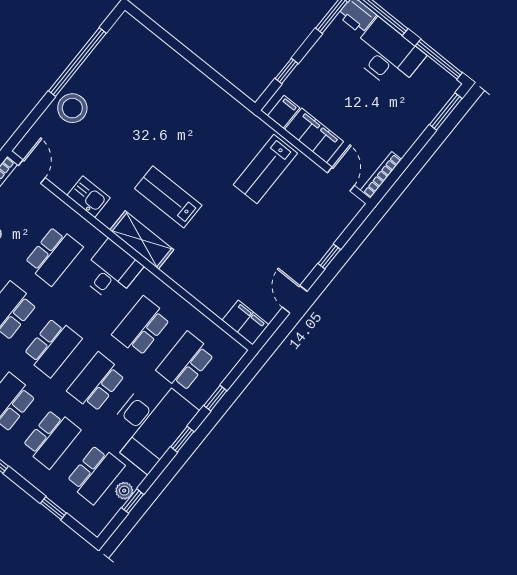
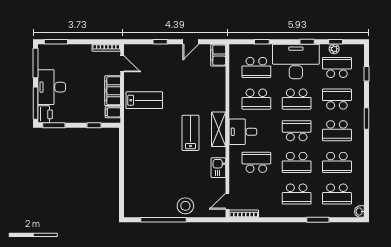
door: (341, 179) -> (122, 64), swing flipped
lab bench: (168, 197) -> (190, 133), turned 180
window: (182, 439) -> (307, 42), moved

